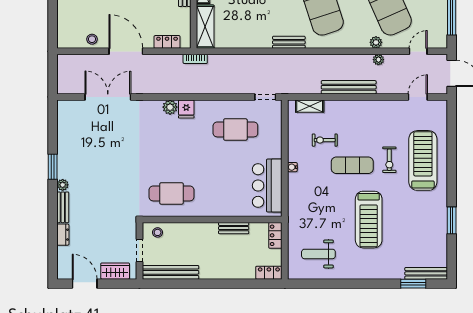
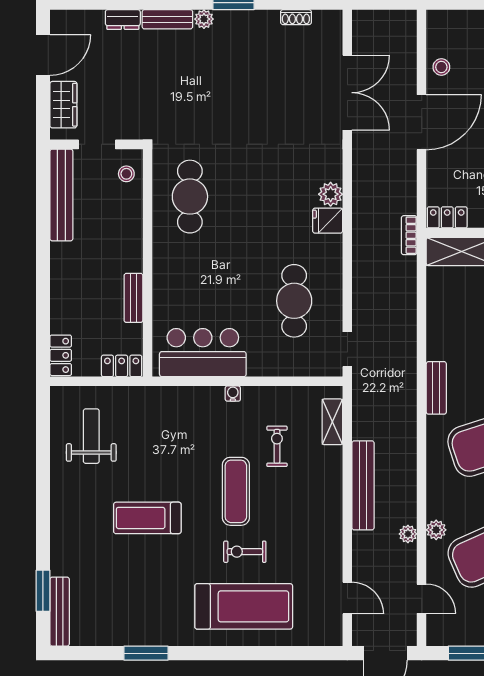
locker: (167, 42) -> (447, 217), moved, turned -90
shoe rack: (61, 128) -> (296, 17), added
treadmill: (369, 220) -> (147, 518), width x0.73, depth x0.73

